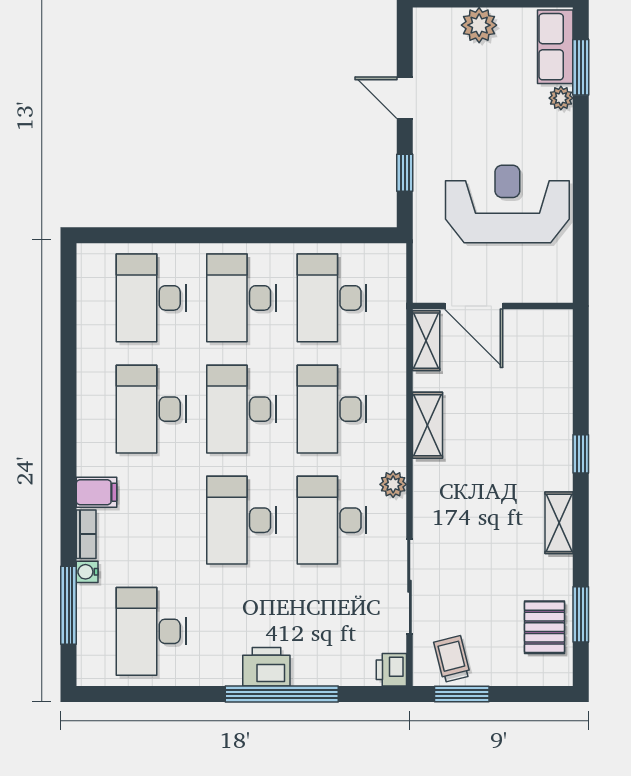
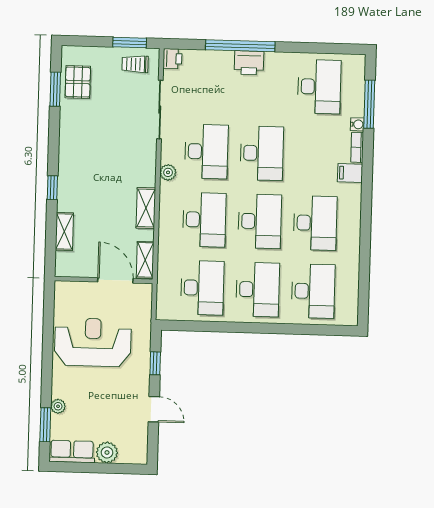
row of seats: (555, 47) -> (72, 451), moved, turned -90
reception desk: (507, 204) -> (93, 342), turned 180
shelving: (559, 523) -> (64, 232), moved
trolley: (452, 659) -> (135, 64), turned 104

